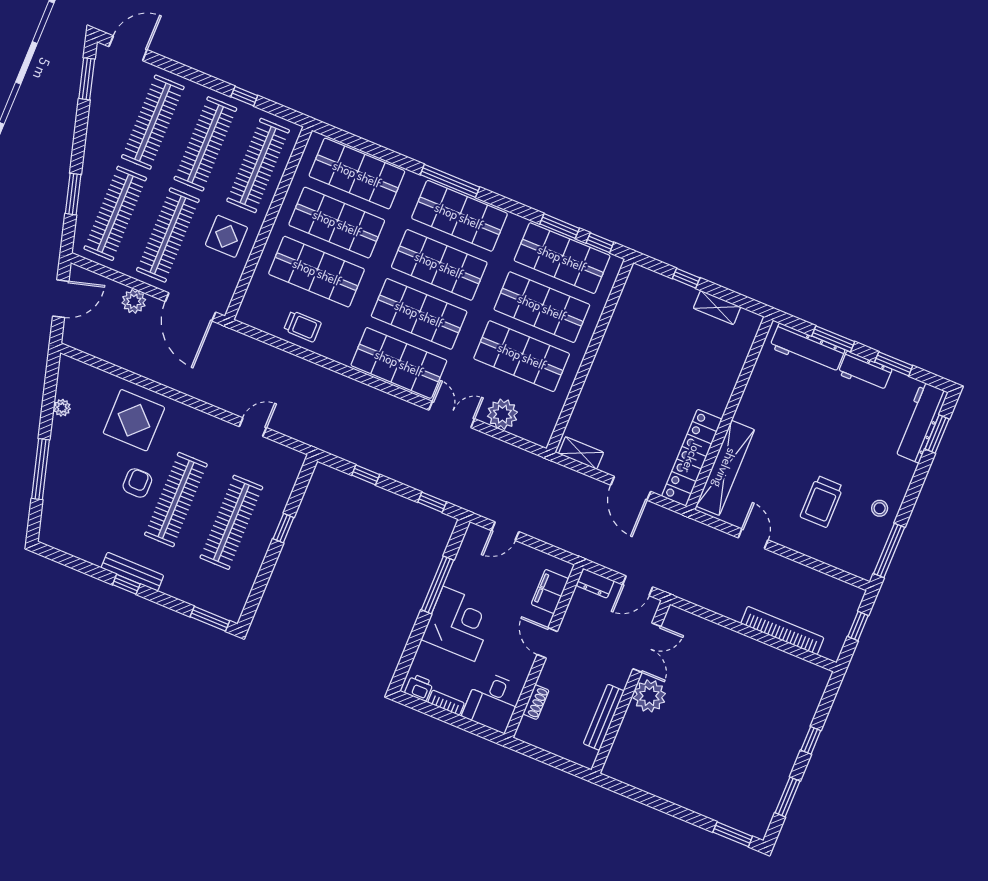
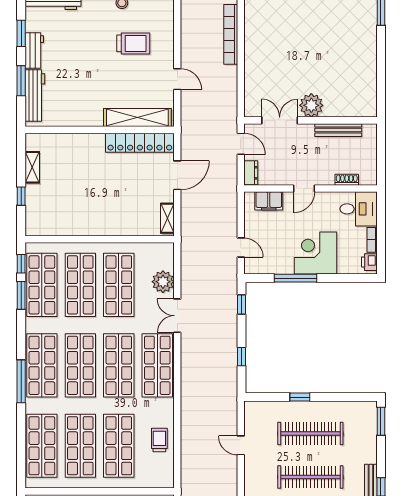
door: (753, 539) -> (177, 79), swing flipped

